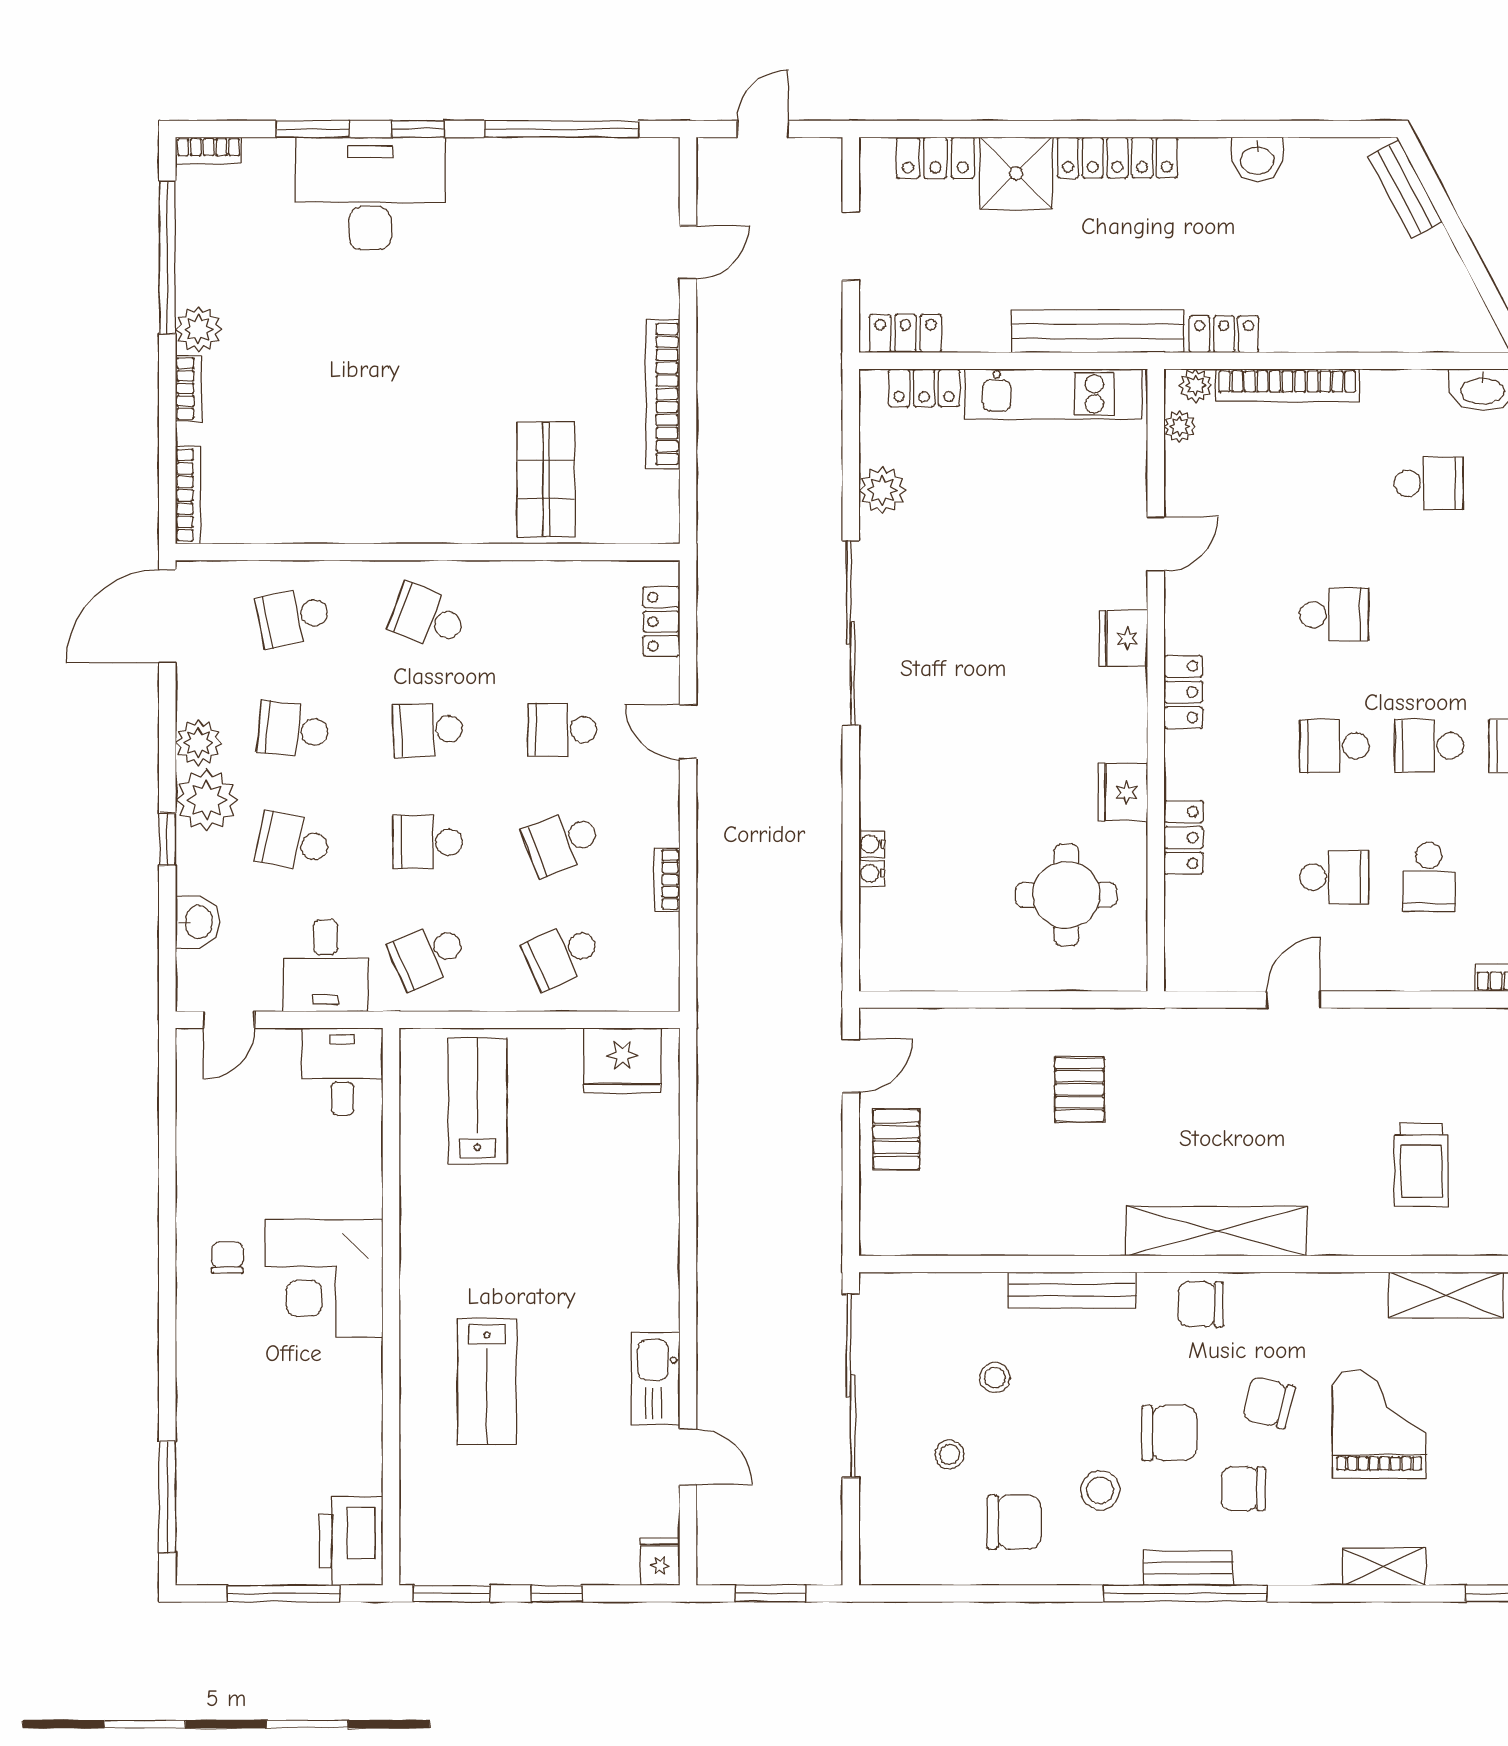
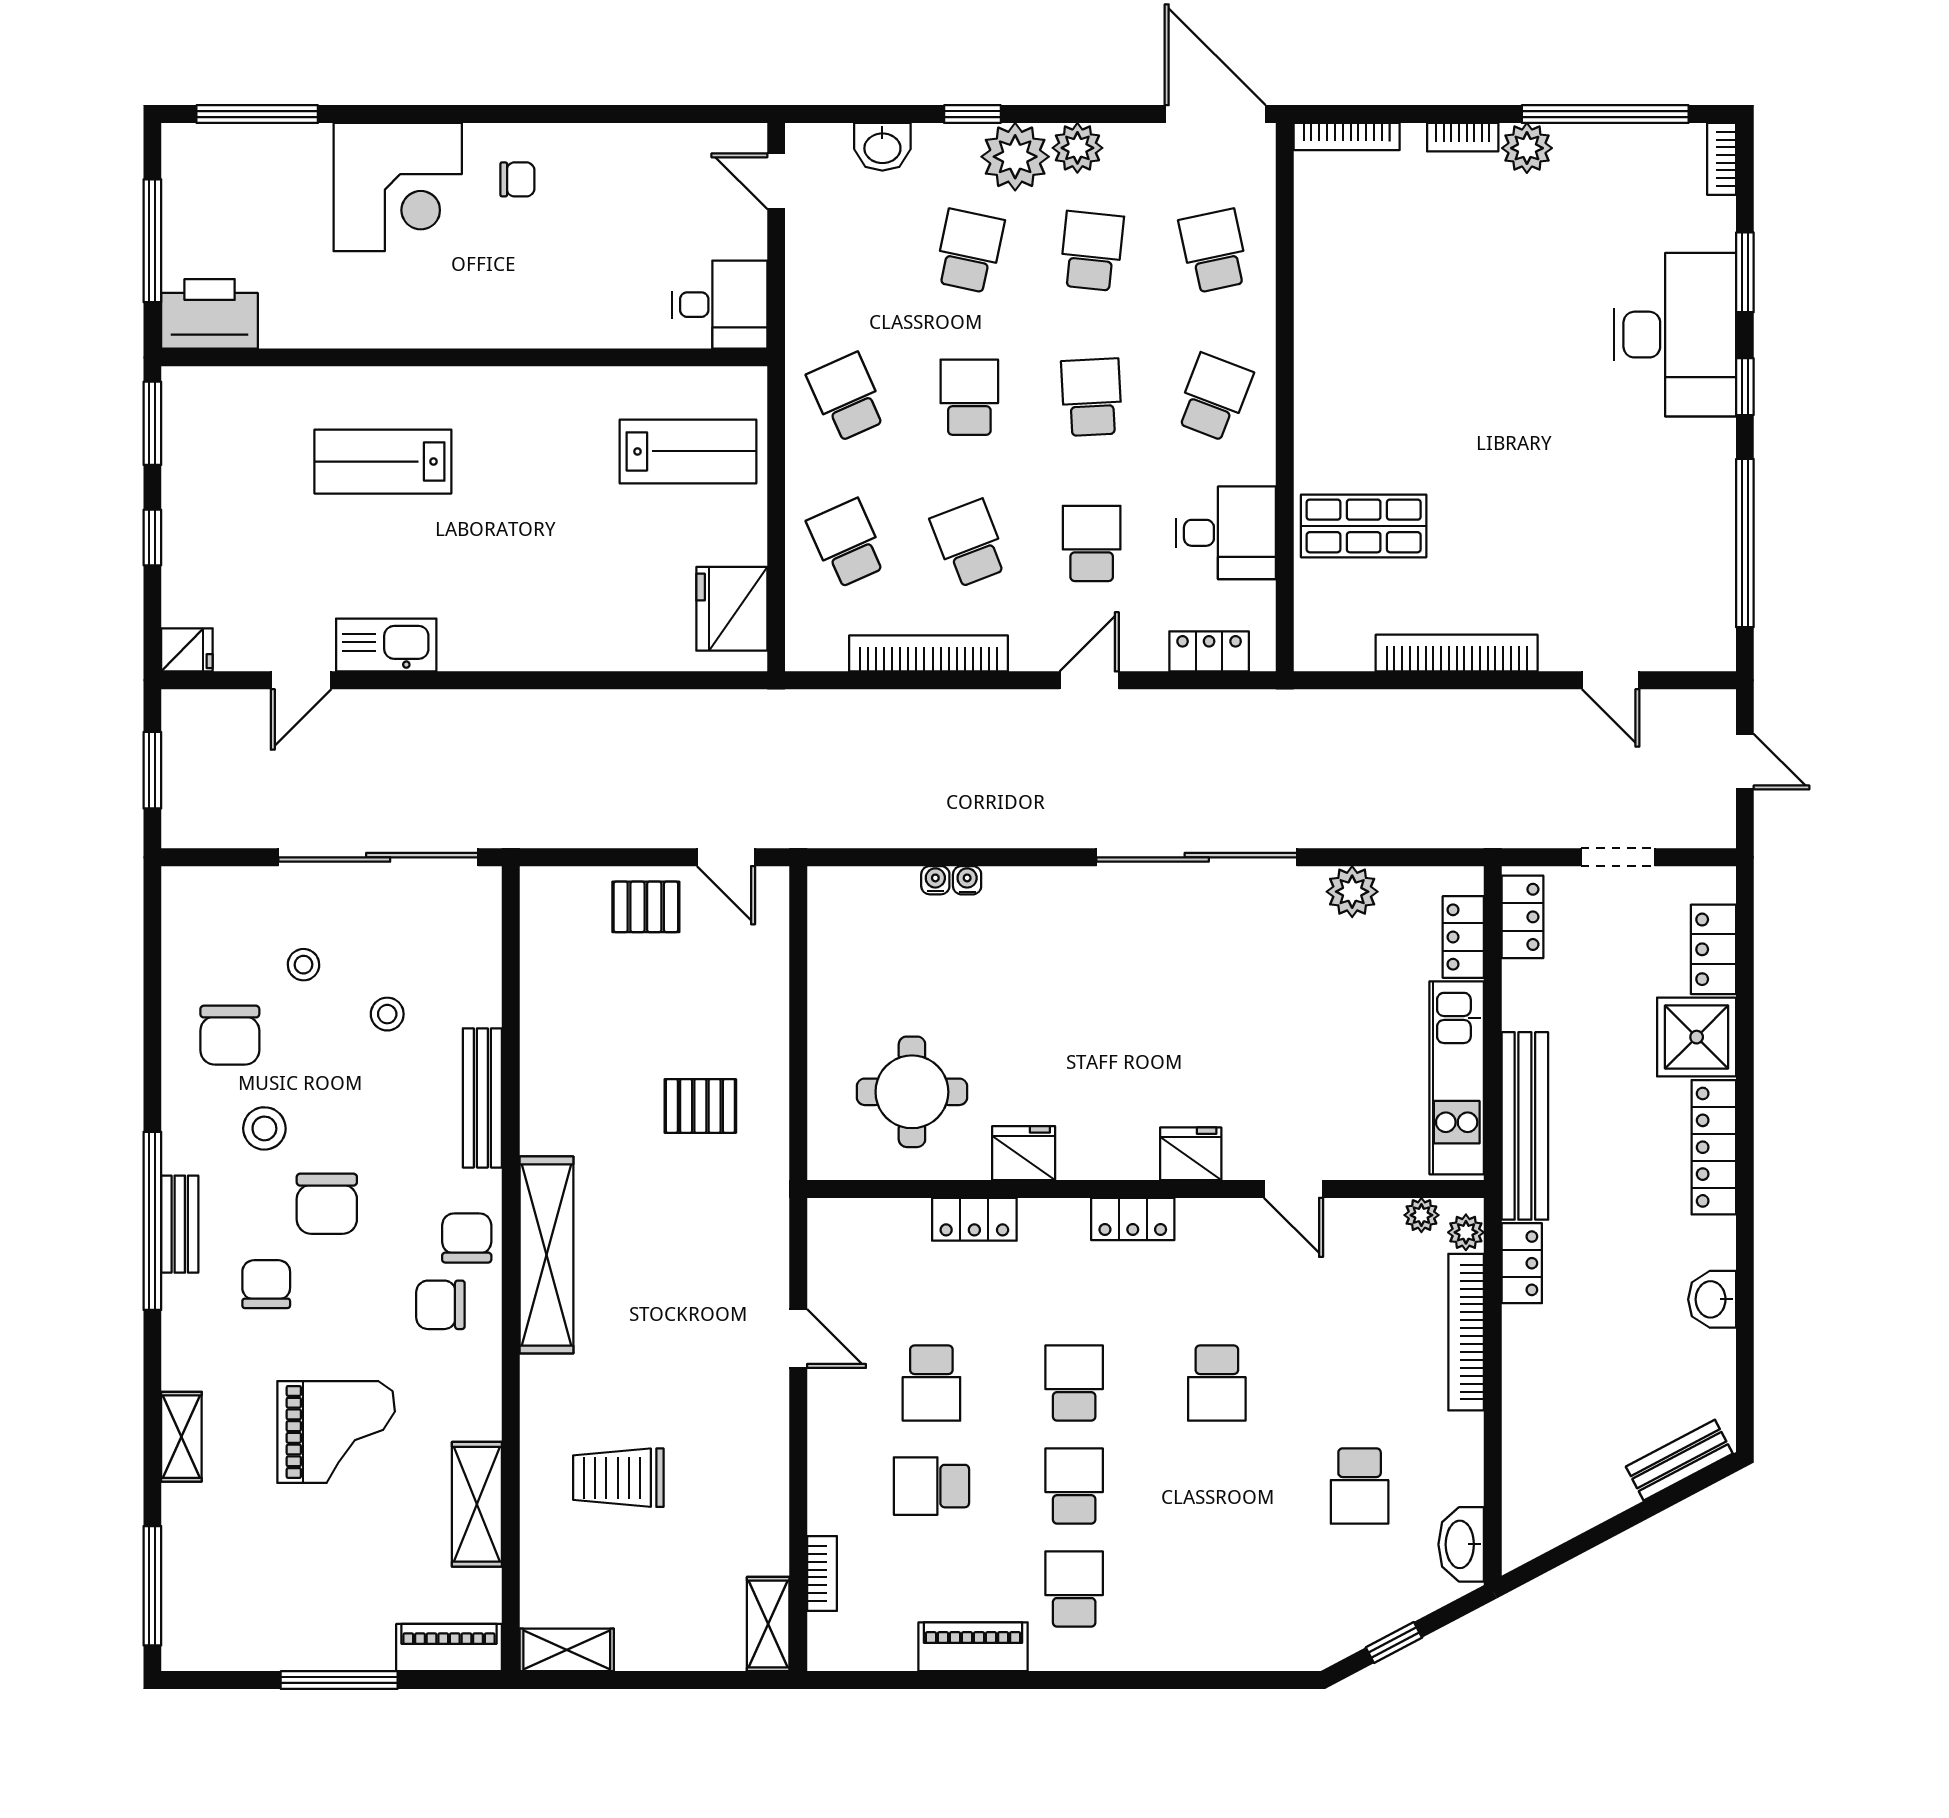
bookcase: (667, 880) -> (929, 653), width x2.31, depth x1.31
desk: (325, 966) -> (1226, 533), moved, turned 180
corner desk: (324, 1278) -> (398, 187), moved, turned 180
chair: (1268, 1403) -> (440, 1305), moved, turned -104

